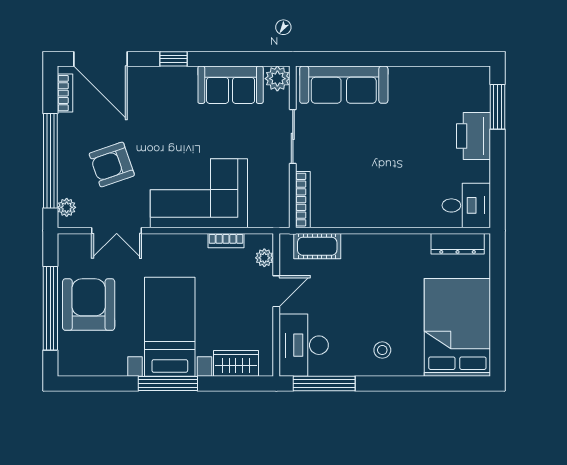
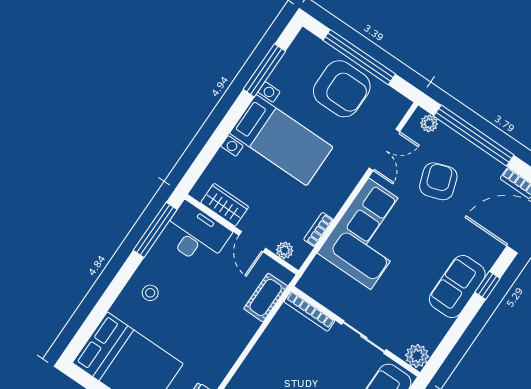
sofa: (231, 85) -> (457, 287), moved
double door: (117, 231) -> (384, 150), swing flipped
wardrobe: (236, 363) -> (225, 205), moved, turned -90
window: (168, 383) -> (264, 70), moved

